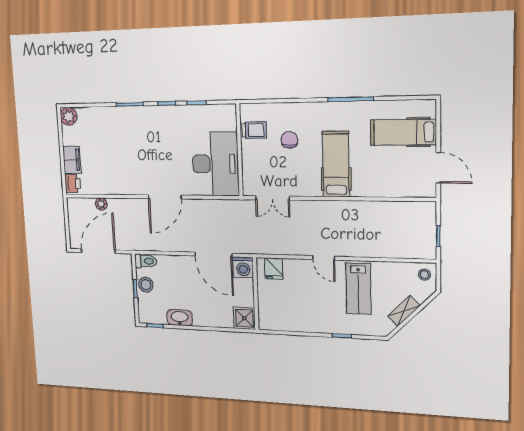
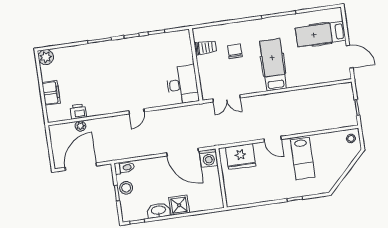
desk: (215, 164) -> (182, 85), width x0.73, depth x0.77
printer: (73, 184) -> (78, 111), moved, turned -90
door: (165, 197) -> (137, 111), width x0.53
fridge: (274, 269) -> (241, 157), width x1.88, depth x1.34
shelving: (404, 311) -> (340, 170), removed
shower: (244, 318) -> (179, 205), moved

